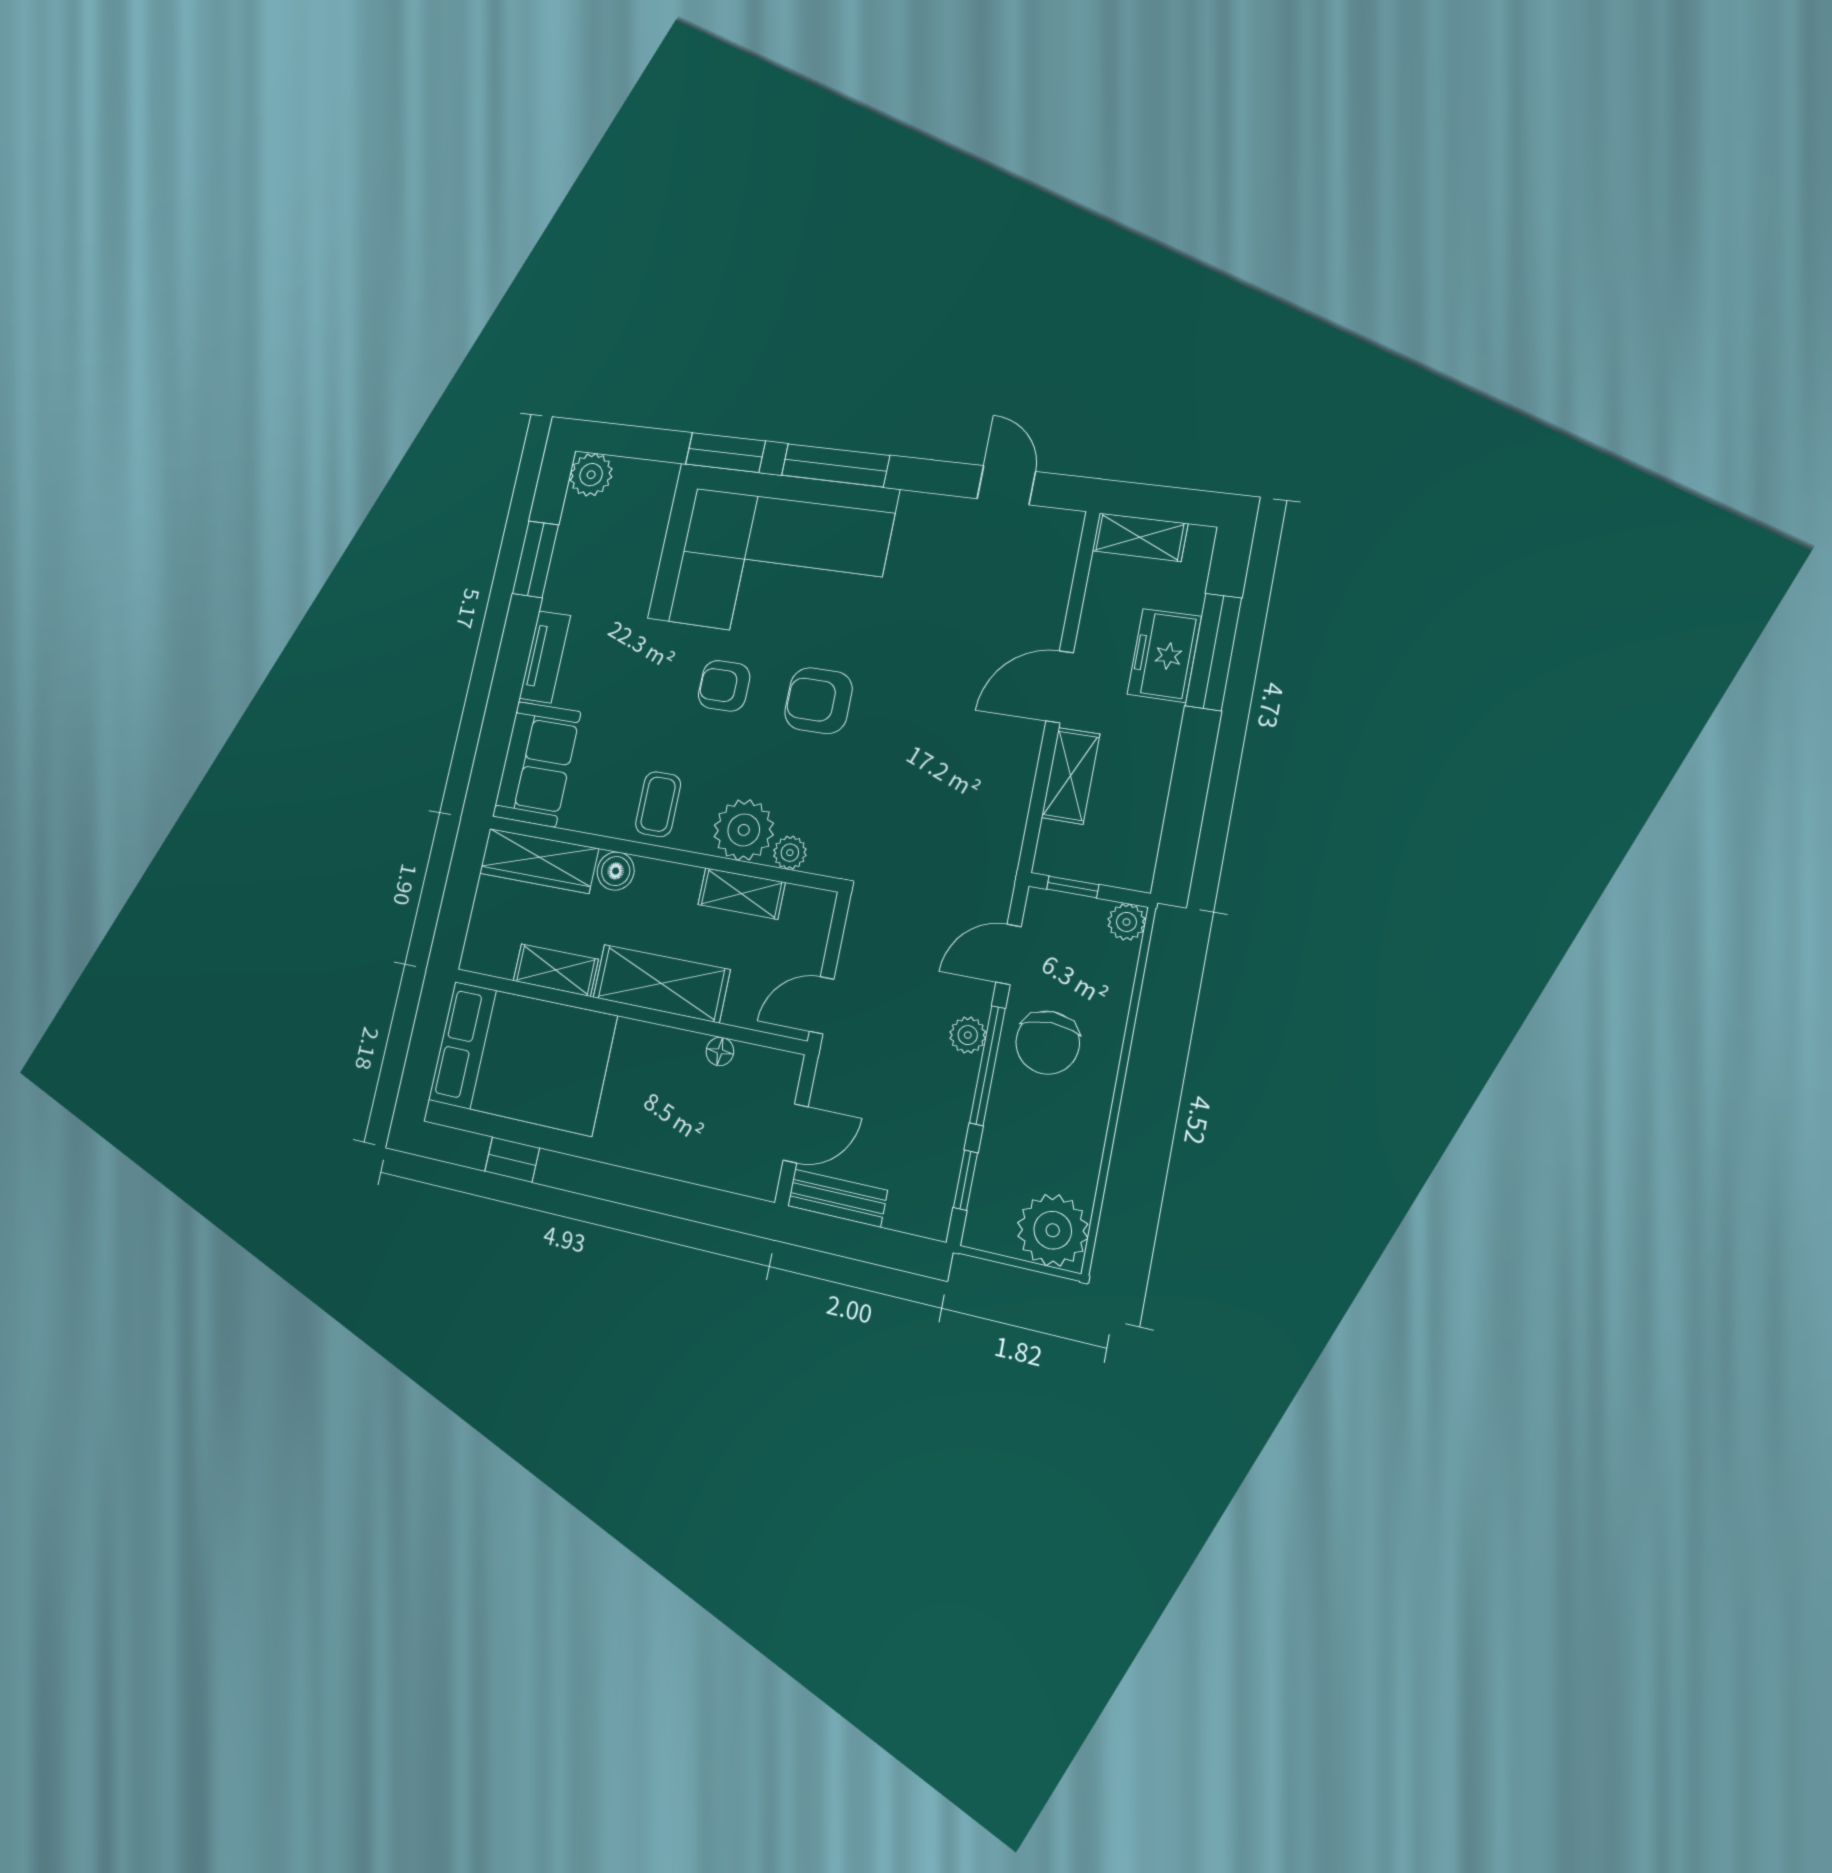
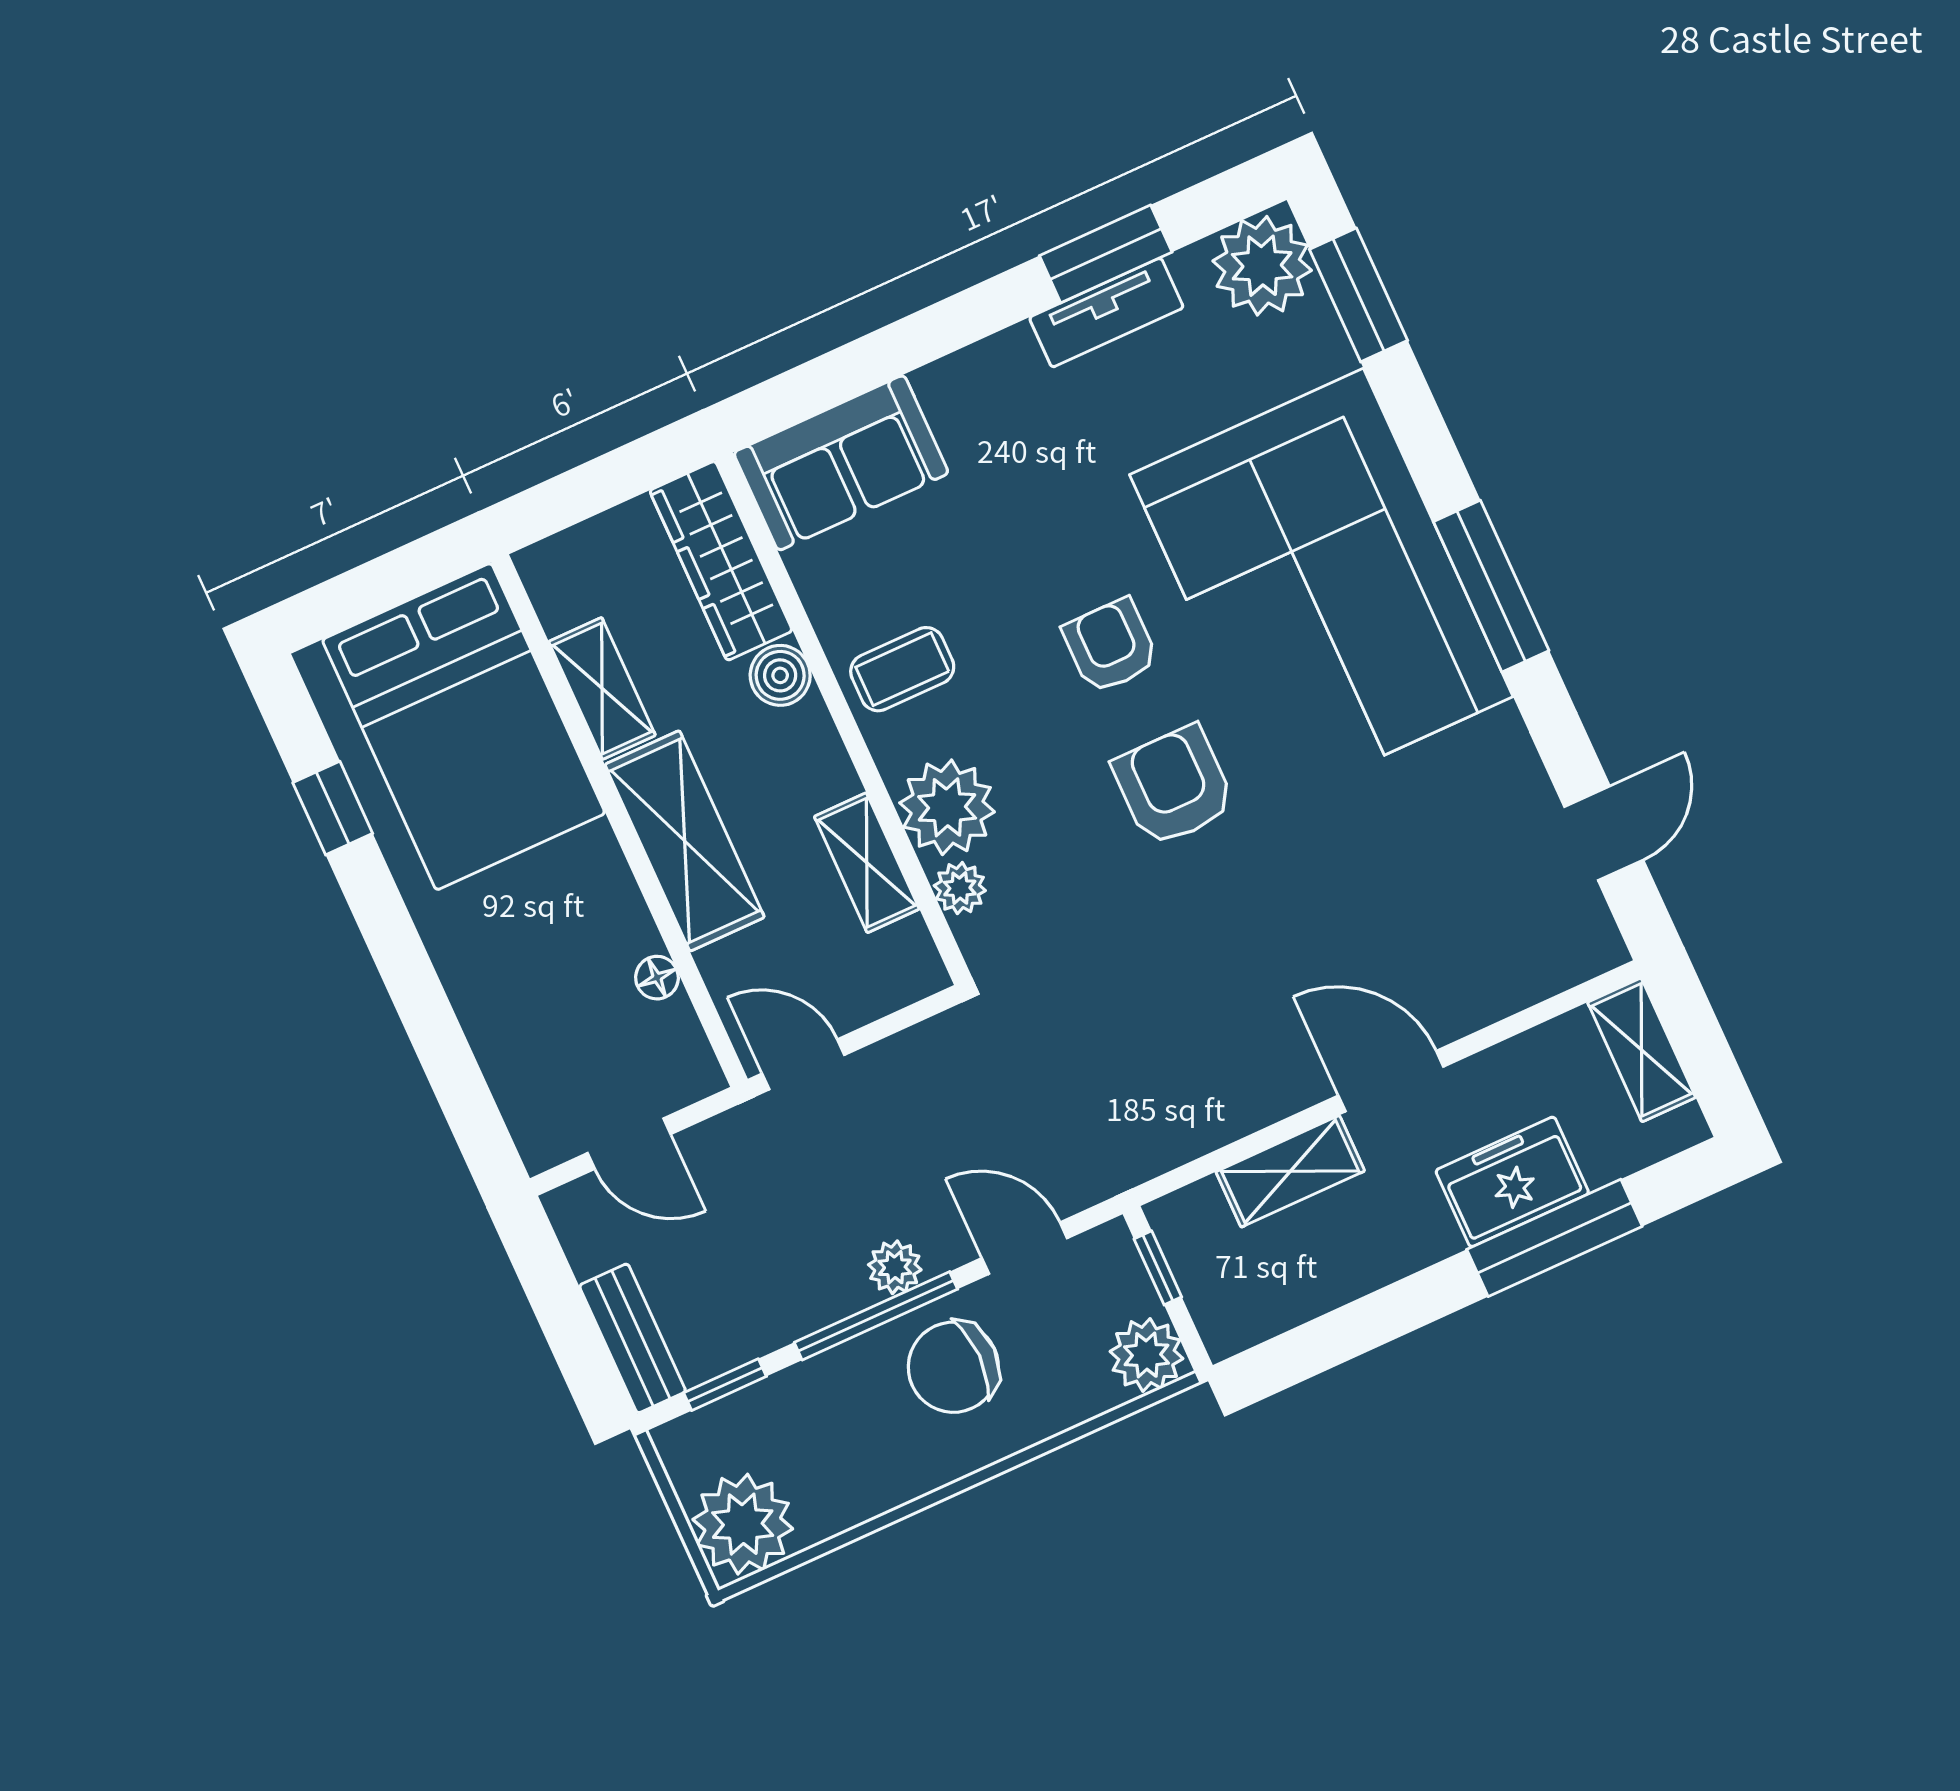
window: (725, 453) -> (1358, 295), moved
plant: (591, 475) -> (1262, 266), width x1.36, depth x1.36
tv unit: (545, 657) -> (1106, 313), moved
plant: (1126, 922) -> (1146, 1355), width x1.38, depth x1.38
bench: (837, 1198) -> (633, 1338), moved

